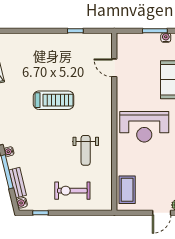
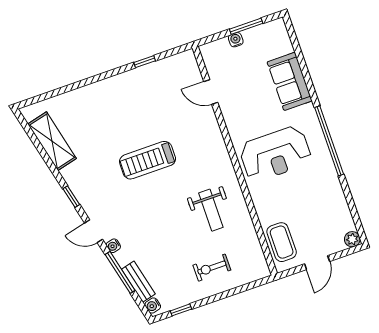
water cooler: (166, 38) -> (236, 40), moved
treadmill: (54, 100) -> (148, 160), turned 180
exercise bike: (72, 191) -> (212, 268), width x0.73, depth x0.72
door: (162, 213) -> (317, 263), moved

